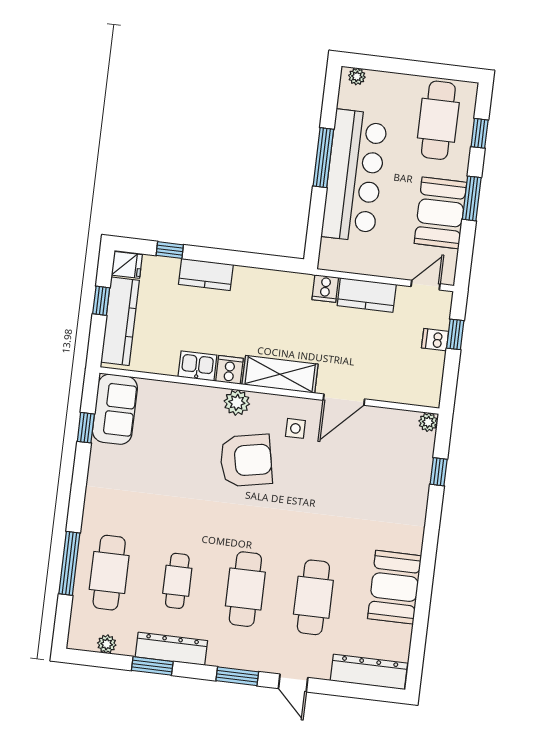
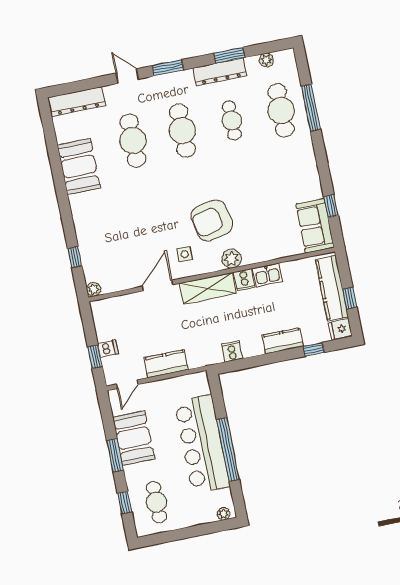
cafe table: (438, 120) -> (156, 502), width x0.73, depth x0.74
window: (323, 158) -> (228, 449), width x1.46
cooker: (325, 289) -> (232, 351), moved

